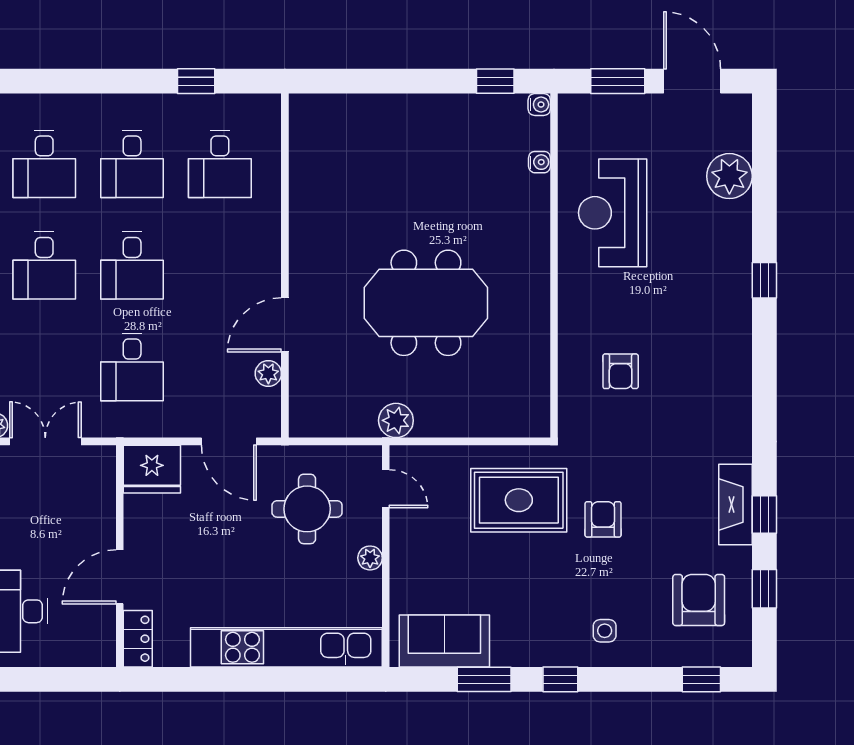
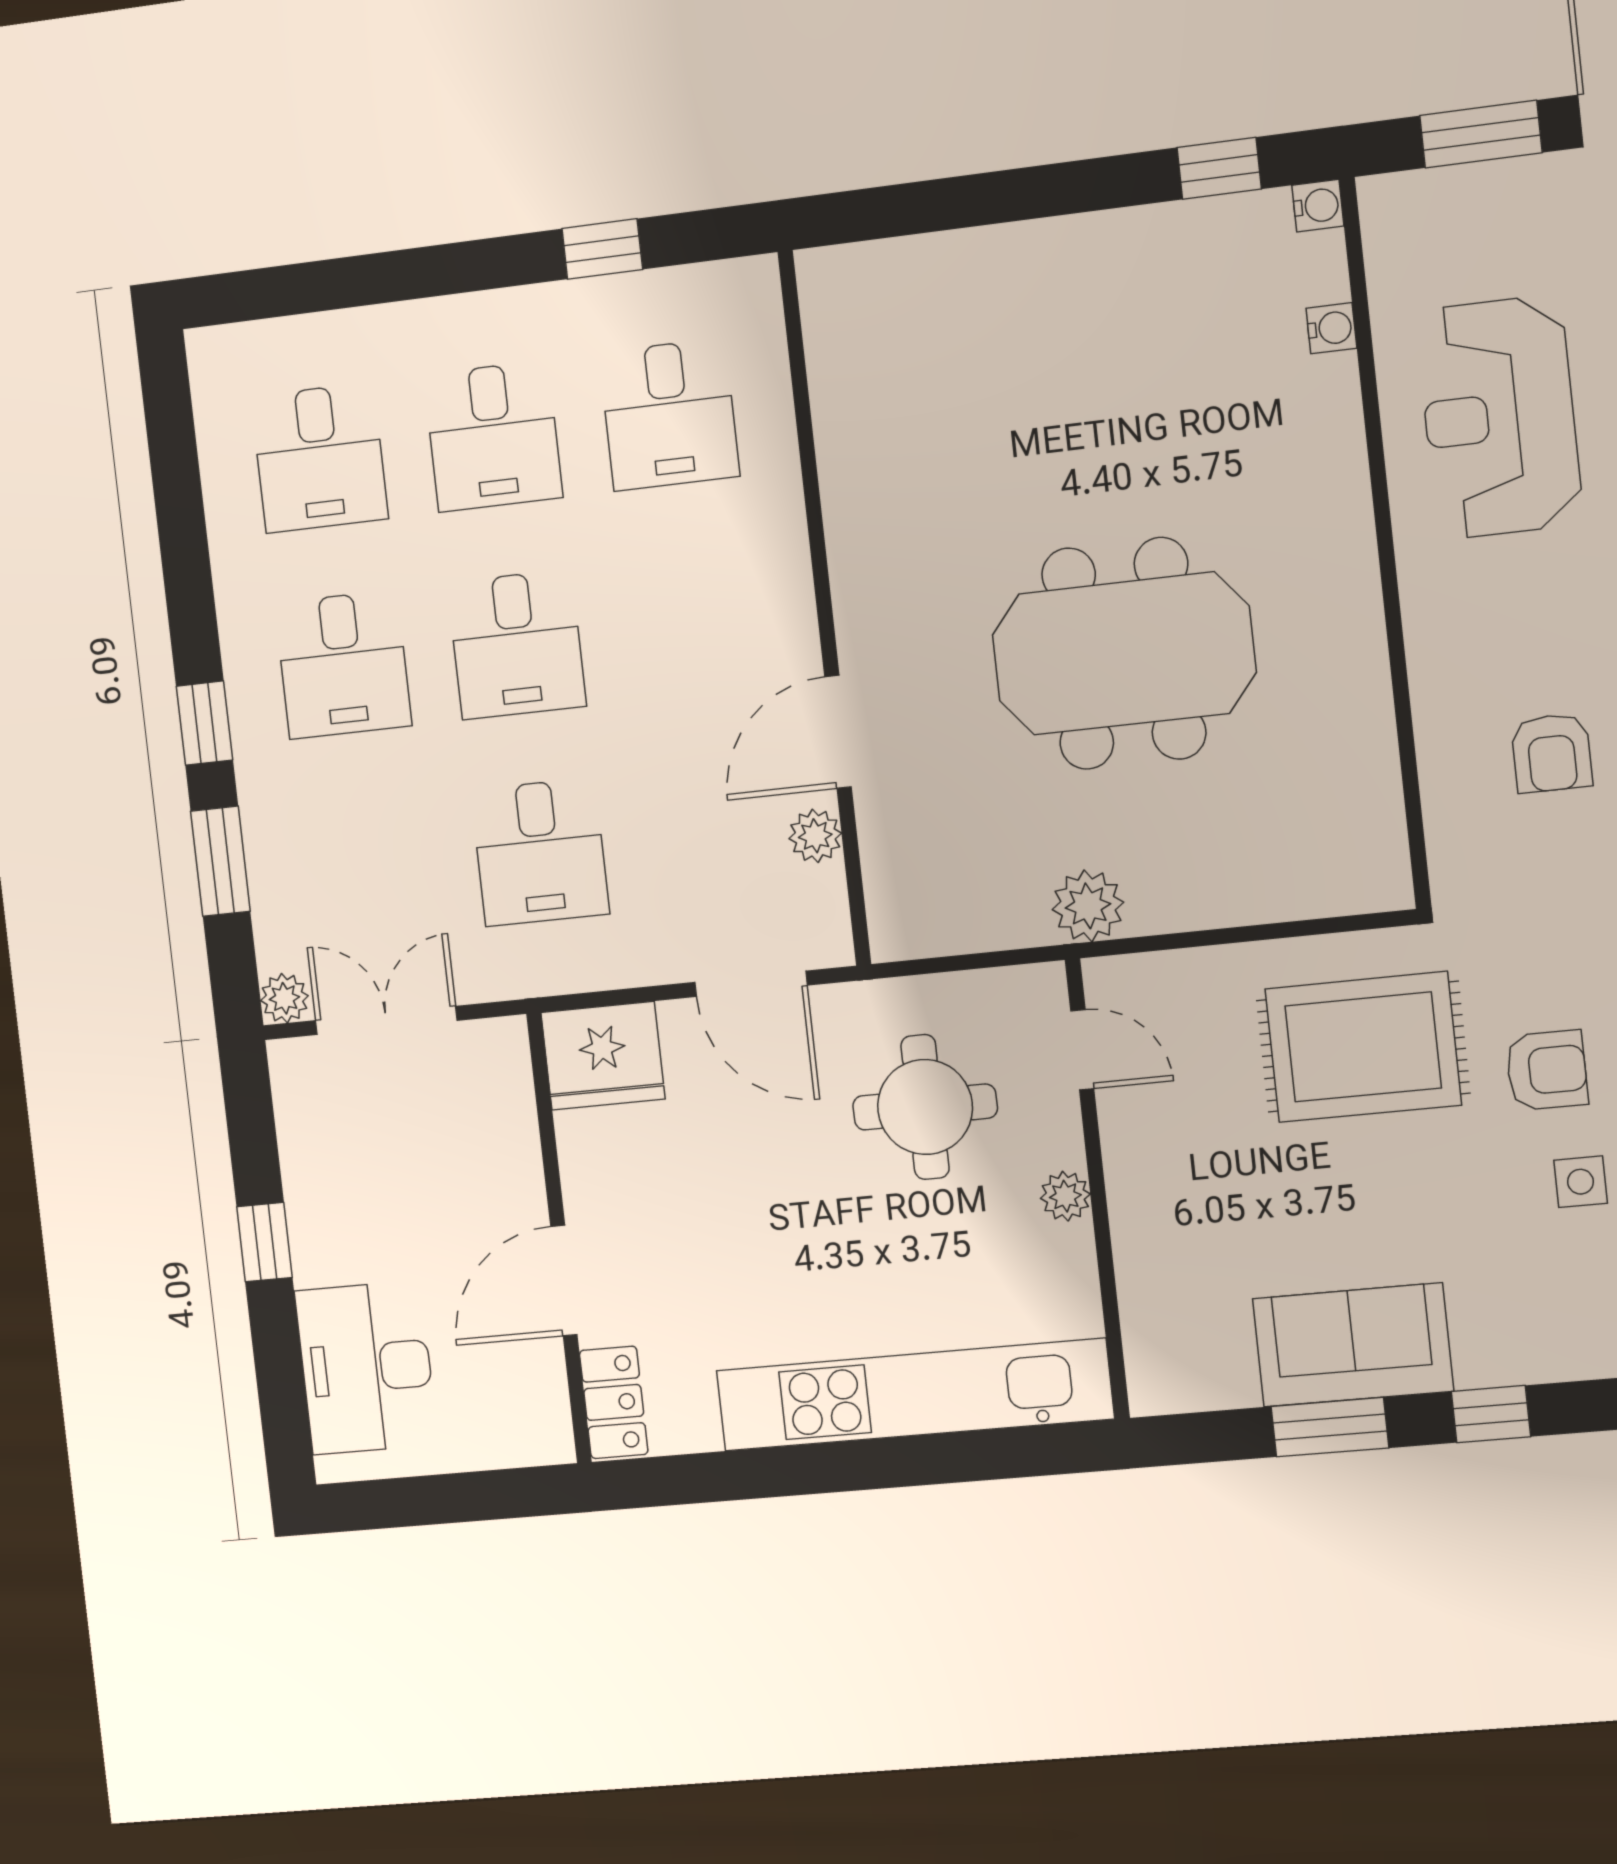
armchair: (603, 519) -> (1547, 1070), turned 90
side table: (605, 631) -> (1580, 1182), moved
sofa: (444, 641) -> (1353, 1345), moved

